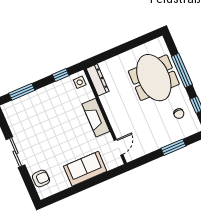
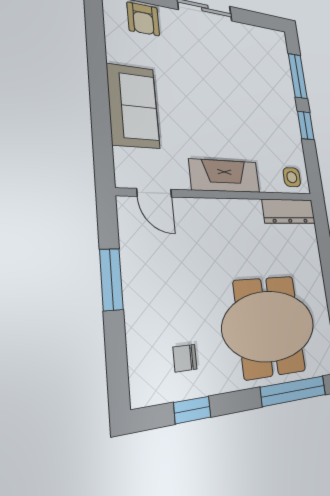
window: (182, 71) -> (294, 391), moved
window: (61, 75) -> (306, 125), moved
window: (173, 147) -> (111, 279), moved

